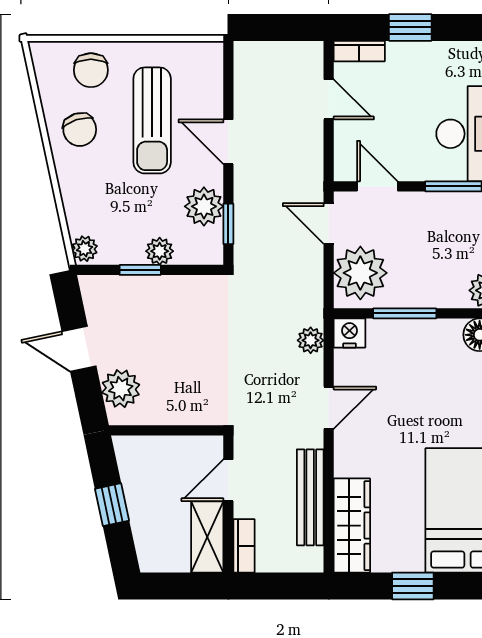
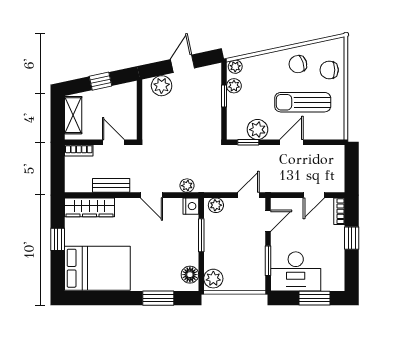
plant: (160, 251) -> (234, 86), moved
plant: (360, 273) -> (216, 205), width x0.53, depth x0.53
bench: (310, 497) -> (111, 185), width x0.73
shelving: (207, 537) -> (73, 115), moved, turned 90

